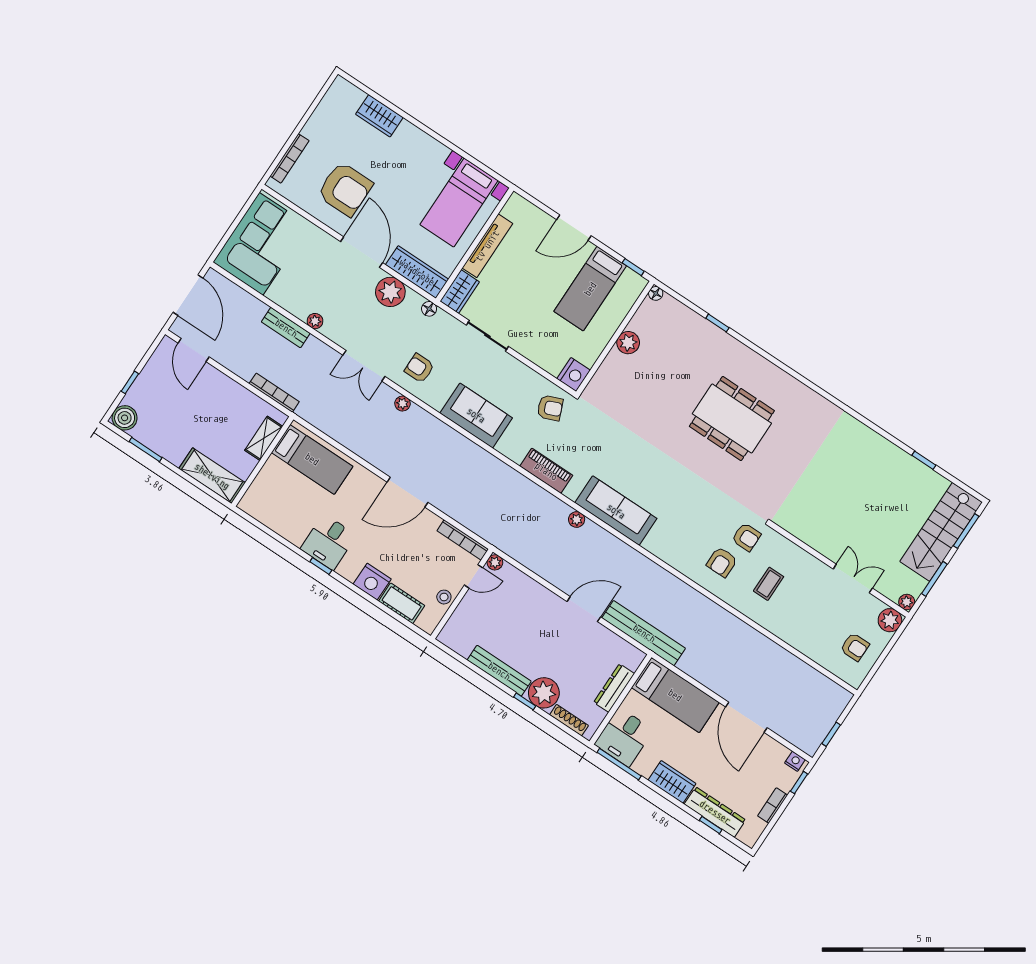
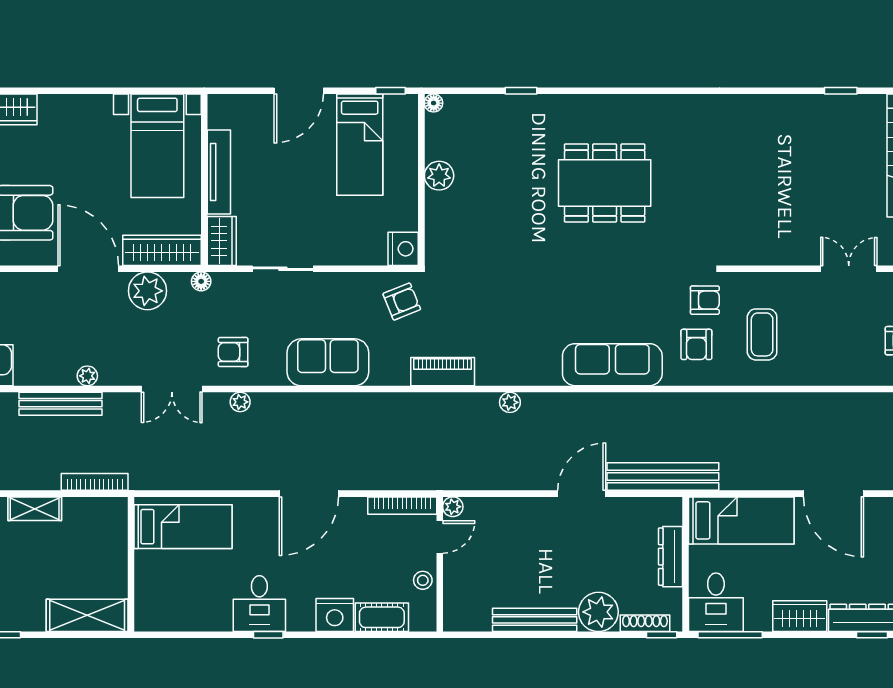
bench: (286, 328) -> (61, 404), width x1.36
shelving: (264, 438) -> (35, 509), moved, turned 90
sofa: (616, 511) -> (612, 365), moved
coffee table: (769, 584) -> (762, 334), width x1.36, depth x1.30
window: (525, 701) -> (662, 635), moved

